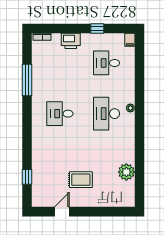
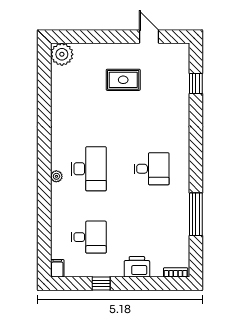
plant: (126, 172) -> (62, 54), moved
door: (62, 212) -> (149, 37), swing flipped

